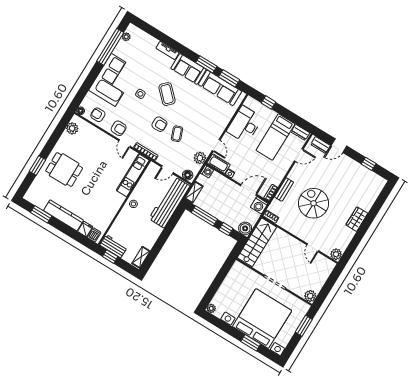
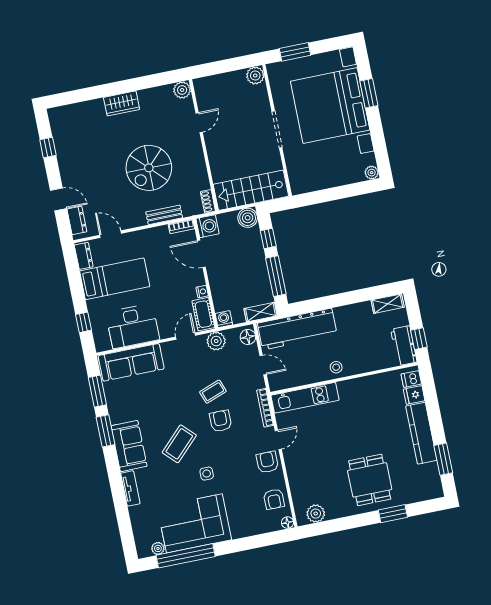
corner sofa: (113, 80) -> (194, 523), moved
sofa: (220, 88) -> (131, 362), moved, turned 90

